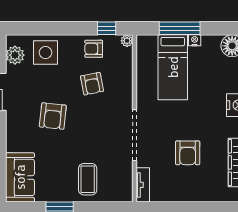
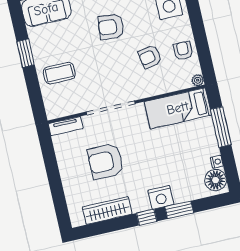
window: (107, 28) -> (205, 58), removed
nightstand: (195, 40) -> (217, 162), moved
bed: (173, 67) -> (178, 108), moved
armchair: (188, 153) -> (106, 161), width x1.36, depth x1.36

